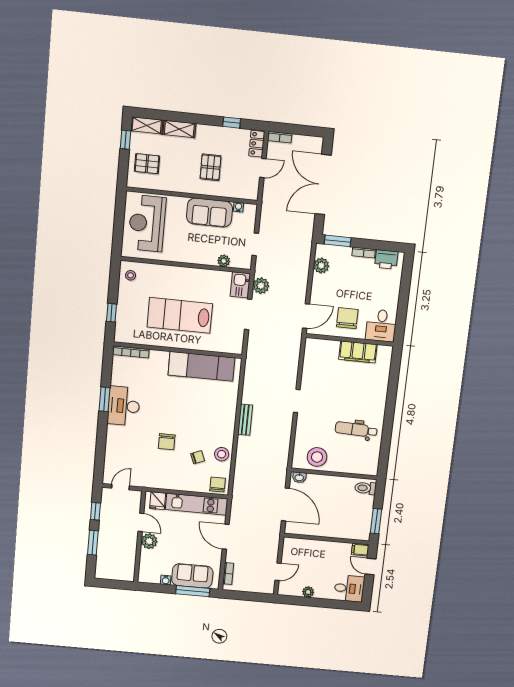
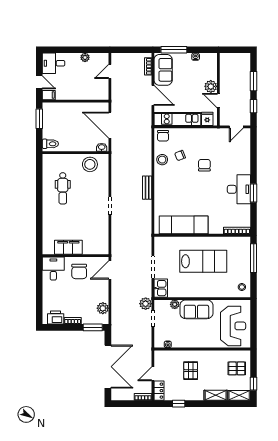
sofa: (209, 213) -> (196, 309), moved, turned 180
plant: (261, 286) -> (146, 304), moved
window: (112, 313) -> (254, 258), width x2.17
dental chair: (356, 430) -> (63, 188), turned 88
sofa: (192, 576) -> (163, 70), moved, turned -90

